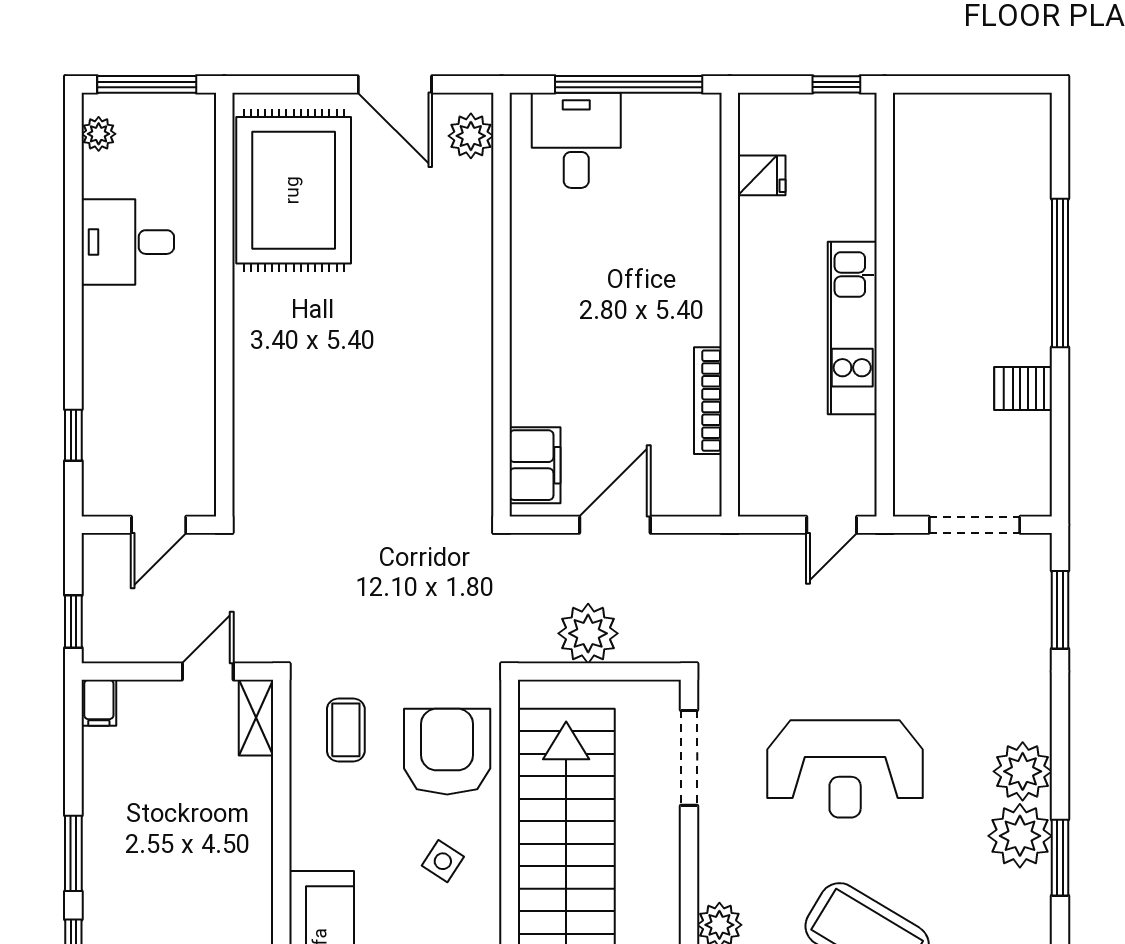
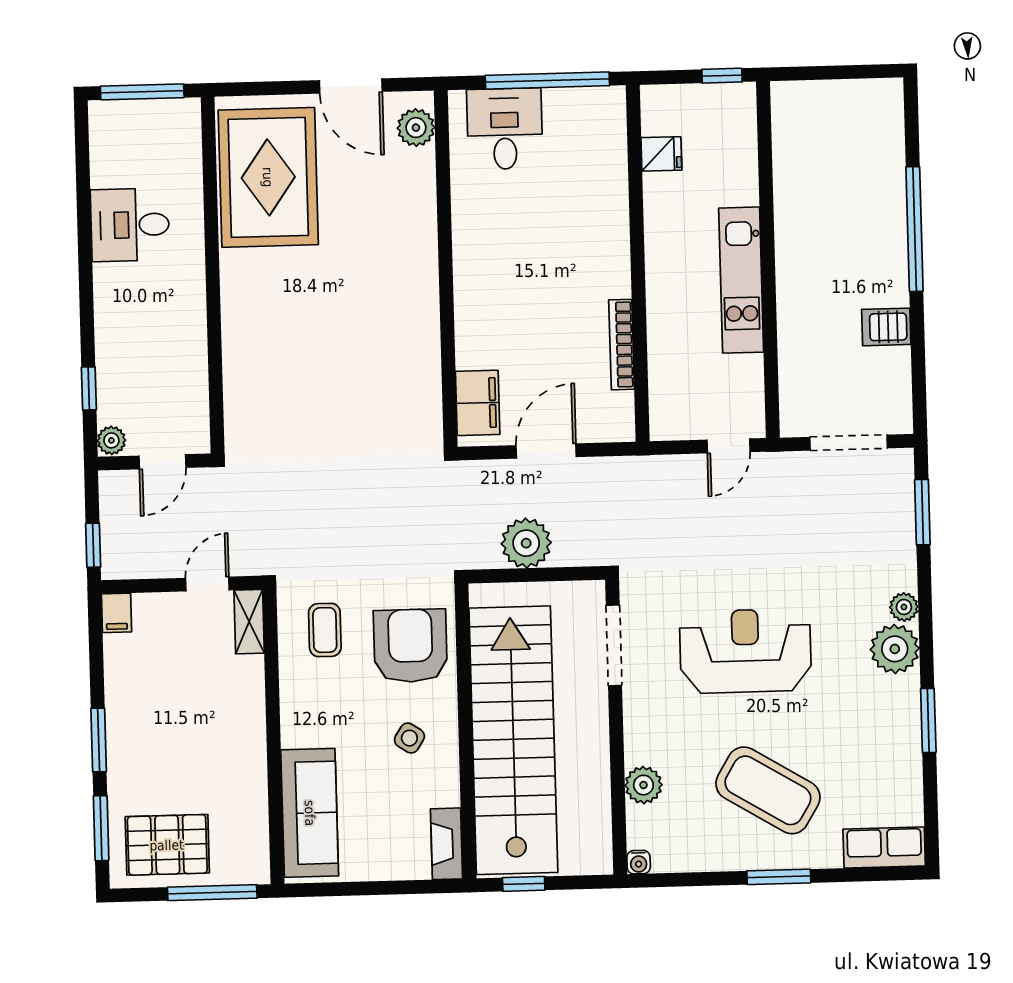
plant: (99, 134) -> (111, 440), moved
reception desk: (845, 769) -> (745, 651), turned 180
plant: (1020, 836) -> (904, 607), moved, width x0.53, depth x0.53

